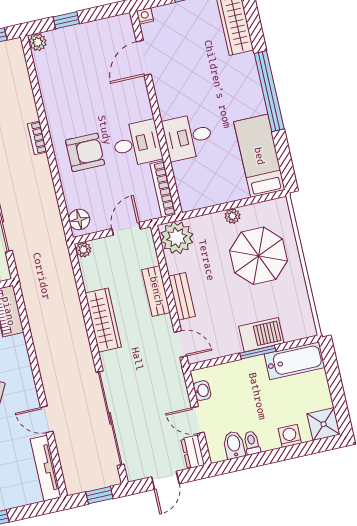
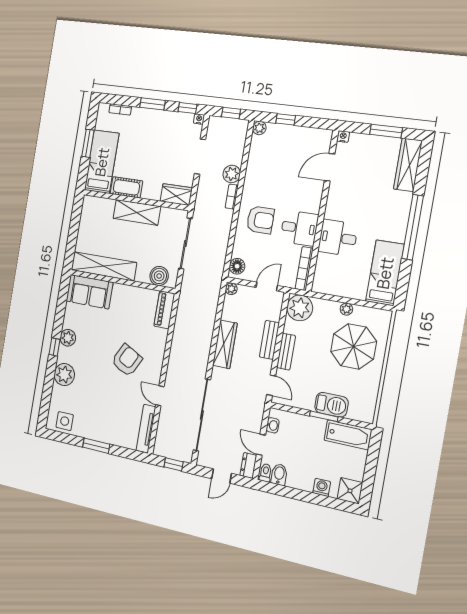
plant: (26, 110) -> (232, 174), added
toilet: (252, 443) -> (266, 473), moved

